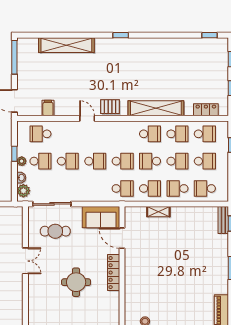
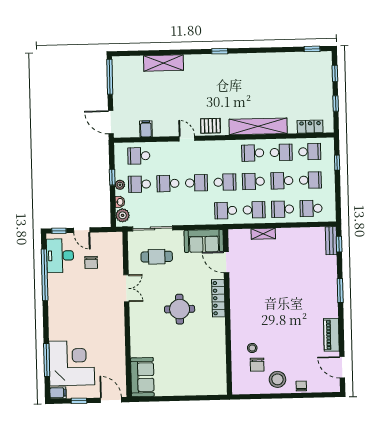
shelving: (66, 45) -> (164, 63), width x0.68
school desk: (150, 134) -> (253, 153), turned 180
school desk: (40, 161) -> (139, 184), turned 180
school desk: (68, 161) -> (168, 184), turned 180
school desk: (177, 161) -> (282, 181), turned 180
school desk: (123, 188) -> (226, 211), turned 180

